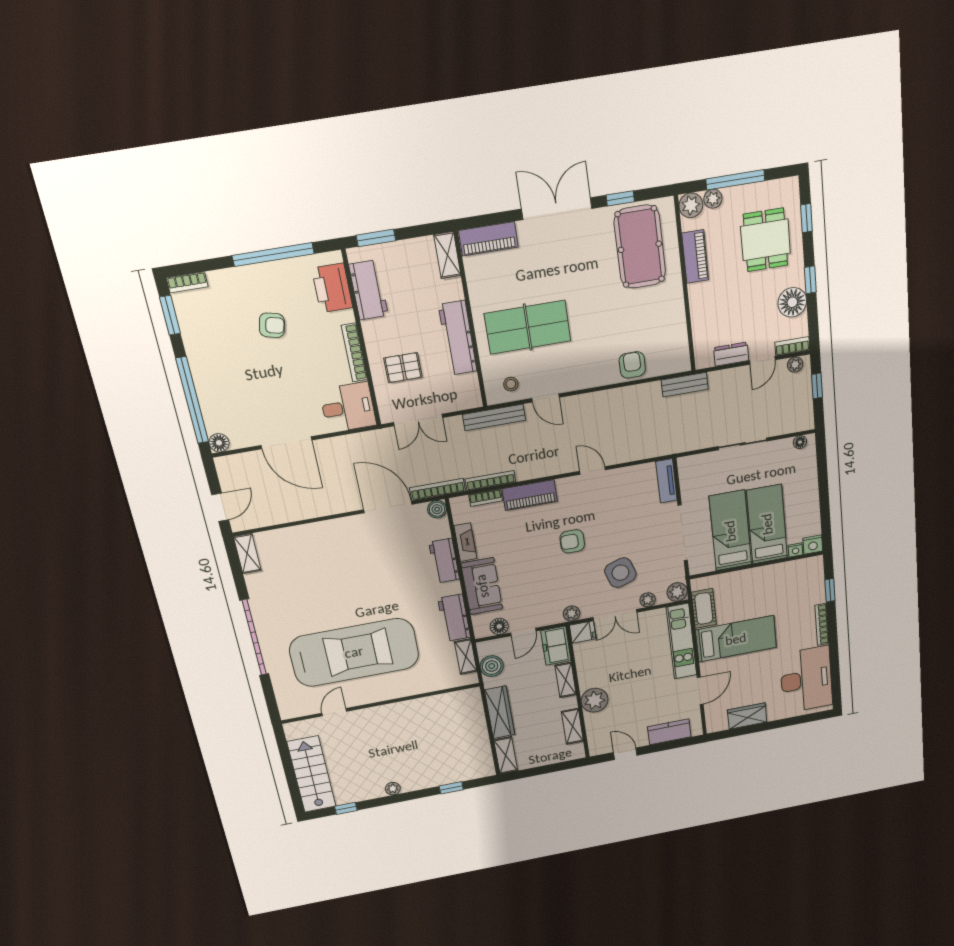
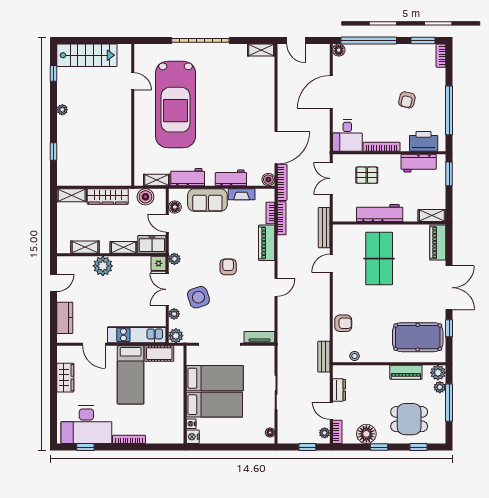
pallet: (403, 368) -> (367, 175), turned 90
stool: (511, 384) -> (355, 356), moved
window: (830, 590) -> (85, 447), moved

